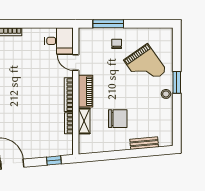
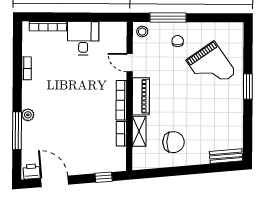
desk: (59, 41) -> (83, 38), moved, turned -90
stool: (166, 94) -> (142, 32), moved
chair: (118, 119) -> (173, 142), moved
bench: (144, 143) -> (226, 156), moved

